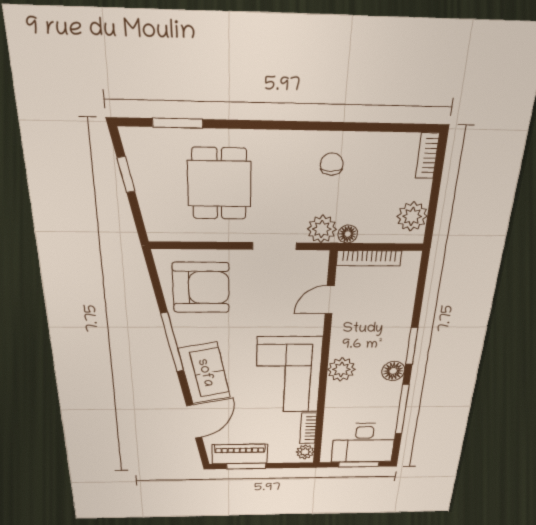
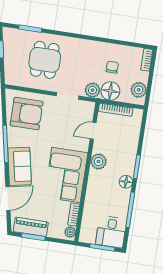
chair: (332, 164) -> (112, 67), moved
floor lamp: (348, 234) -> (110, 91), width x1.89, depth x1.89
plant: (341, 369) -> (99, 161), moved
desk: (363, 443) -> (111, 232), width x0.73

